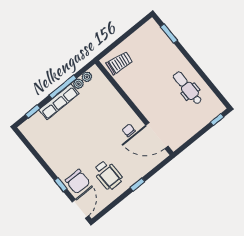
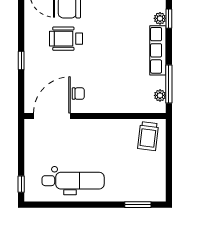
plant: (78, 84) -> (160, 18), moved
window: (63, 87) -> (169, 84), moved
dental chair: (188, 88) -> (73, 181), width x1.36, depth x1.38
wheelchair: (108, 175) -> (66, 39), moved

